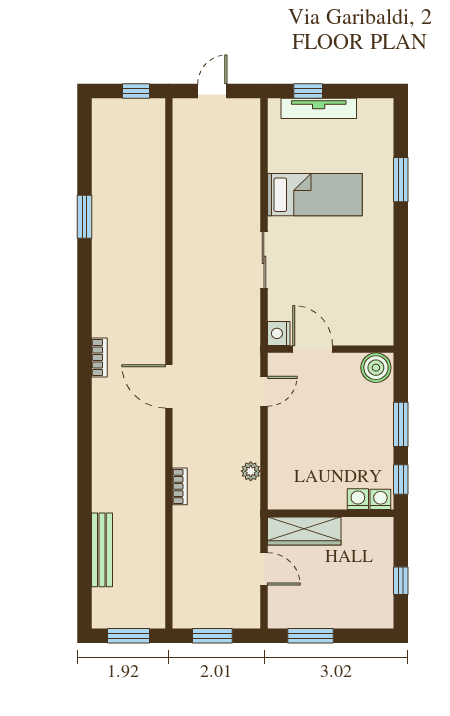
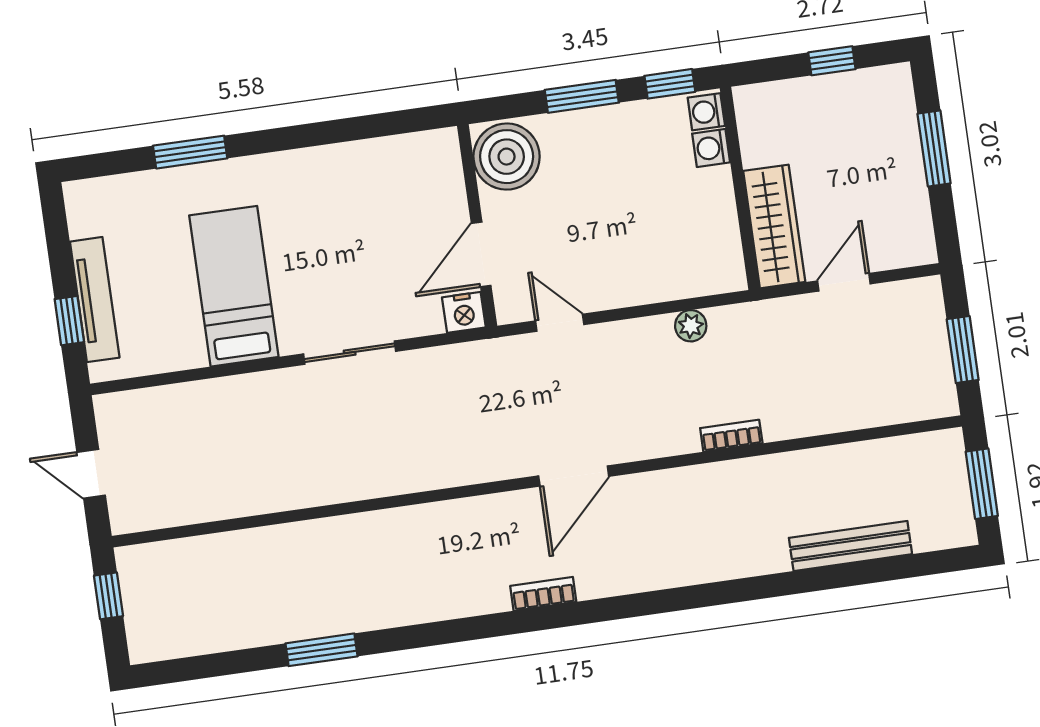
boiler: (376, 368) -> (507, 157), width x1.37, depth x1.37
window: (311, 636) -> (934, 148), moved

